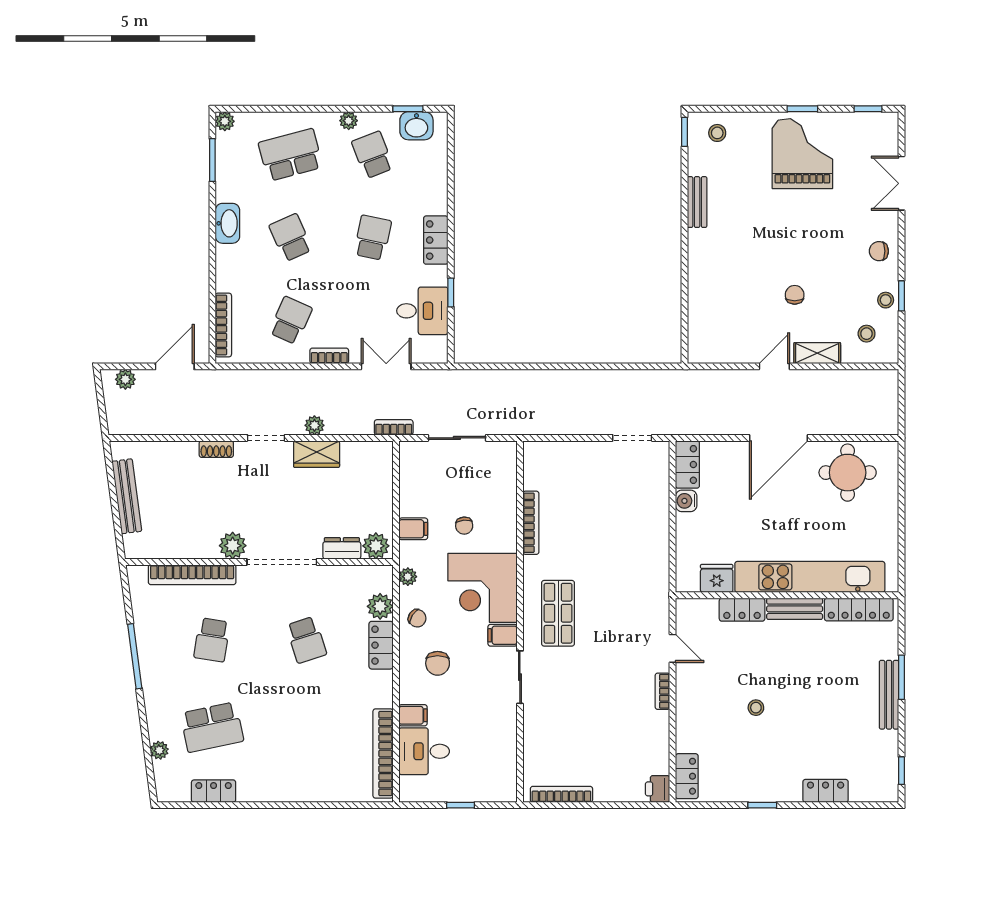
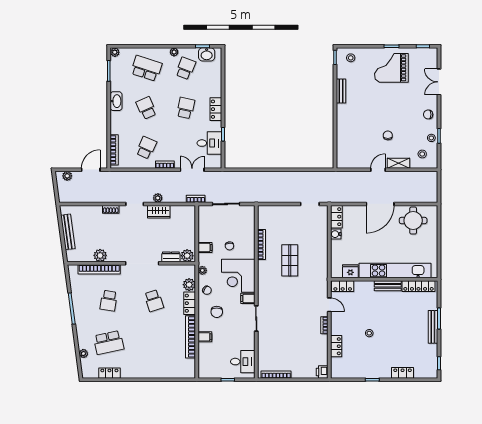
grand piano: (802, 154) -> (391, 68), turned -90
school desk: (291, 155) -> (146, 68), turned 33
school desk: (373, 155) -> (186, 68), turned 42
plant: (233, 546) -> (100, 255), moved
locker: (742, 610) -> (343, 286), moved
shop shelf: (558, 613) -> (290, 260), moved
desk: (424, 751) -> (243, 362), moved, turned 180
bookcase: (383, 754) -> (191, 337), moved
locker: (687, 776) -> (336, 346), moved

